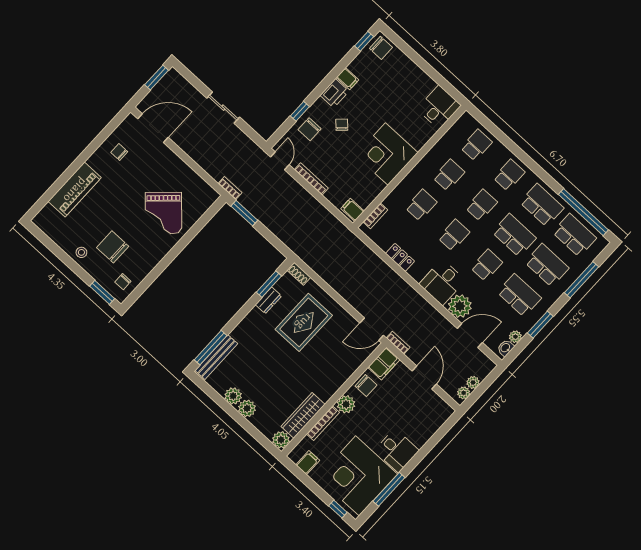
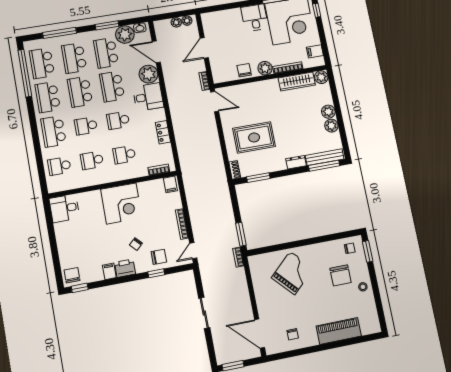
school desk: (509, 175) -> (54, 131), width x1.85
school desk: (487, 265) -> (112, 86), width x1.85
dresser: (269, 300) -> (296, 162), moved
plant: (515, 337) -> (125, 35), width x1.88, depth x1.88
filing cabinet: (384, 363) -> (223, 75), removed

